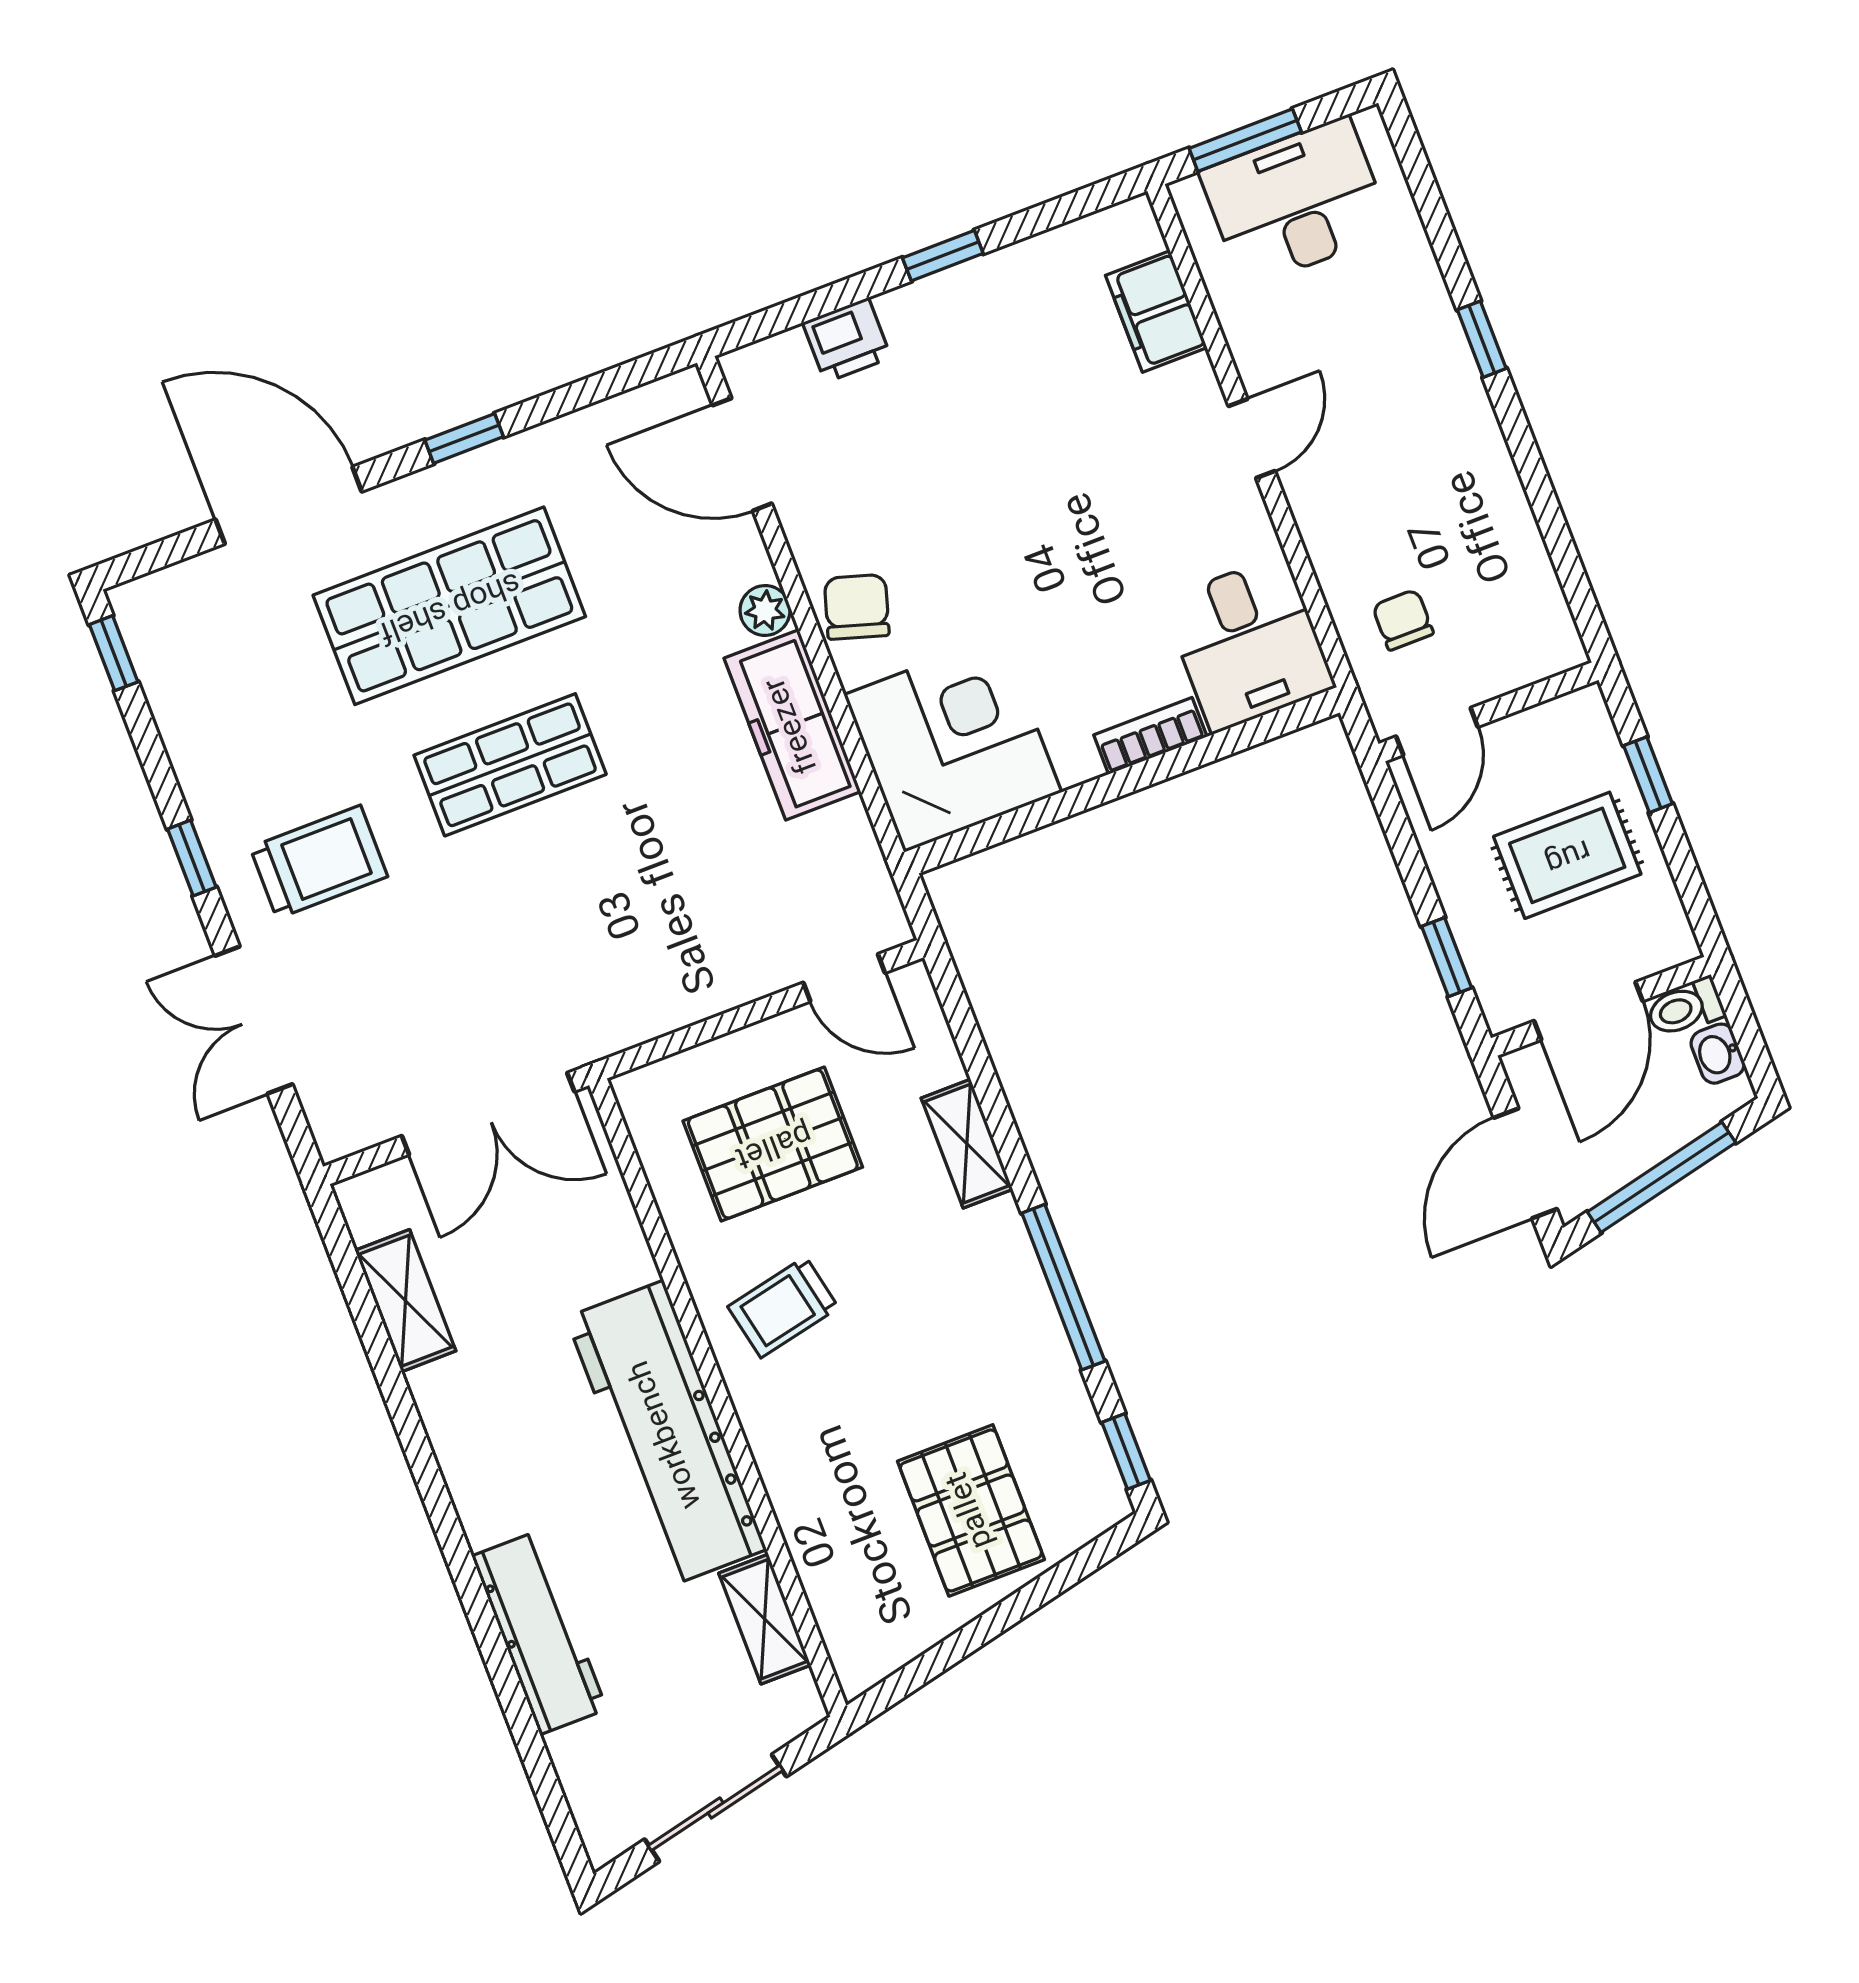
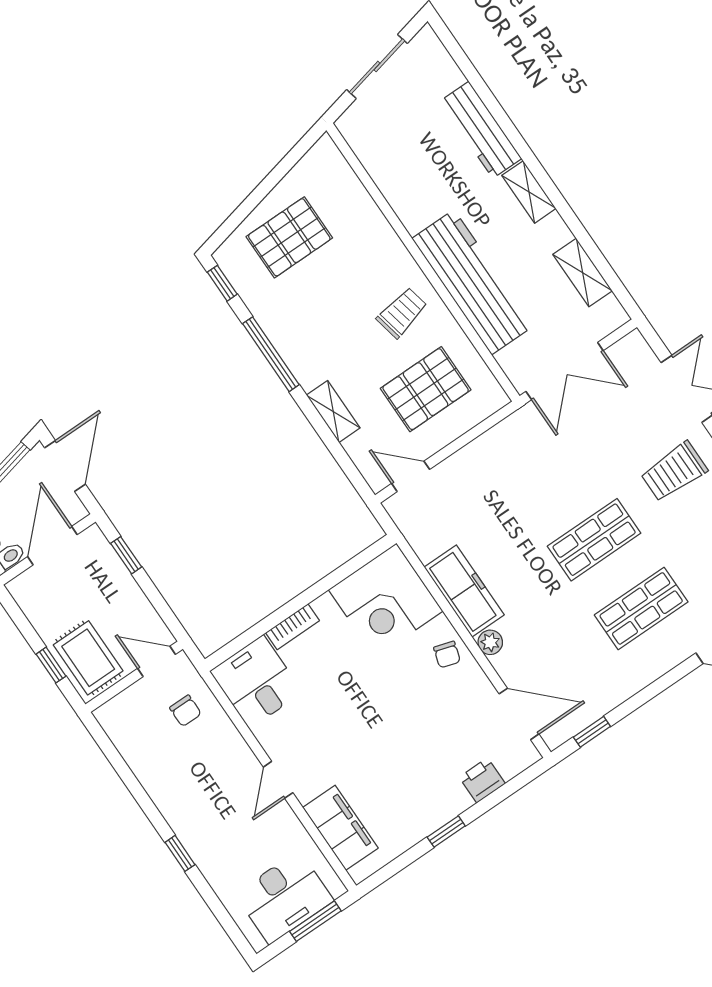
filing cabinet: (1156, 311) -> (340, 828), width x1.50, depth x1.17
window: (464, 438) -> (592, 732), moved
shop shelf: (449, 606) -> (641, 608), width x0.70, depth x0.74
chair: (857, 607) -> (447, 655), width x0.73, depth x0.73
door: (1437, 732) -> (156, 661), hinge flipped
rug: (1567, 855) -> (88, 658), moved, turned 90
double door: (488, 1114) -> (565, 371), swing flipped
workbench: (666, 1434) -> (473, 282), moved
pallet: (971, 1510) -> (289, 237), turned 90
shelving: (765, 1619) -> (529, 192), moved

